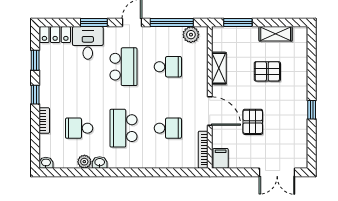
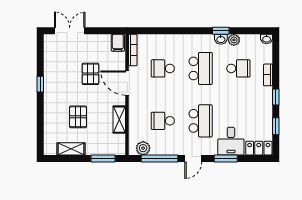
school desk: (123, 67) -> (201, 121), turned 180
pallet: (267, 71) -> (78, 117), turned 90
window: (100, 172) -> (221, 31), added

